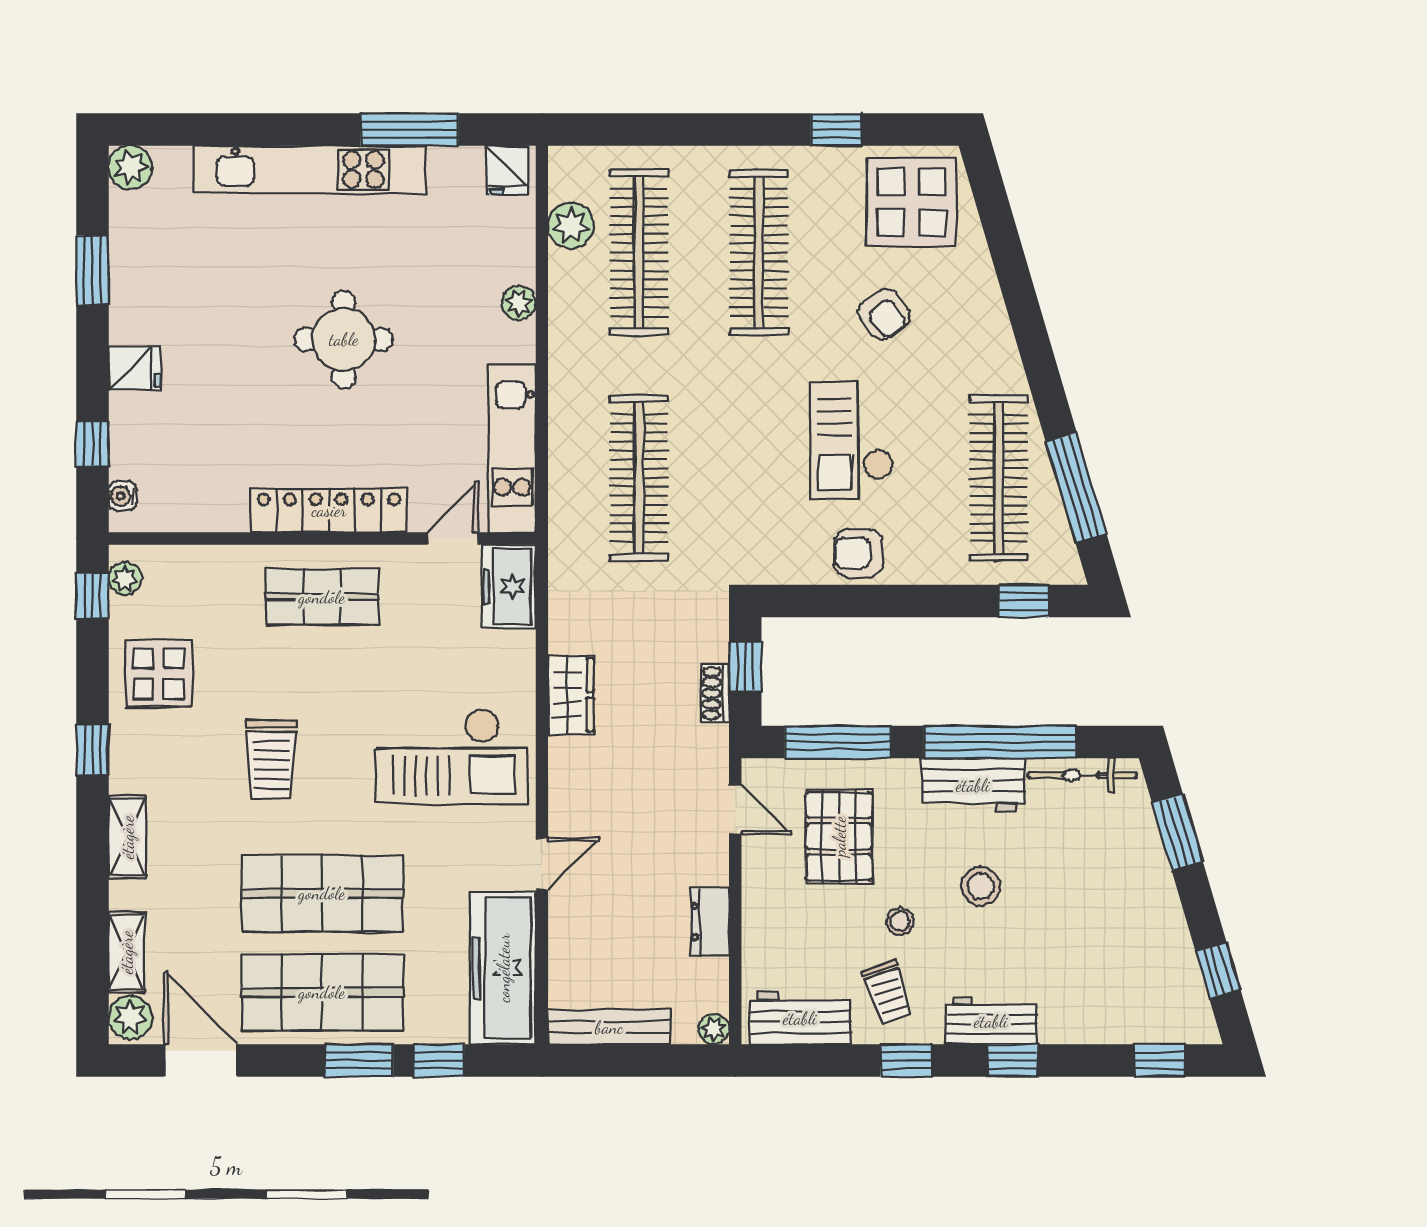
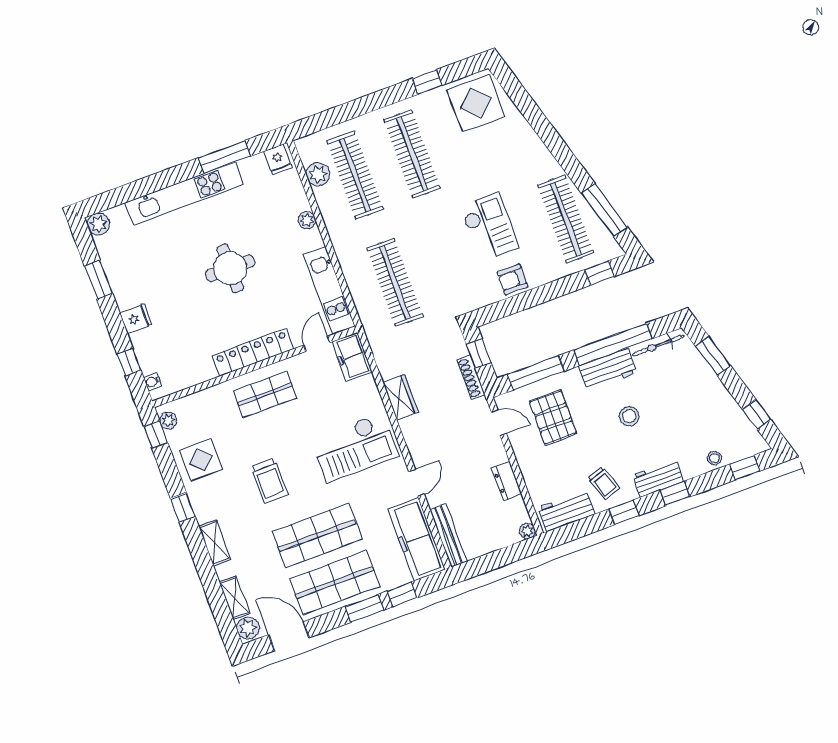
armchair: (884, 314) -> (483, 161), removed
checkout: (852, 441) -> (489, 227), turned 180
shoe rack: (715, 693) -> (471, 377), width x1.43
stool: (900, 921) -> (714, 458), moved
bench: (609, 1027) -> (448, 535), moved, turned 90

